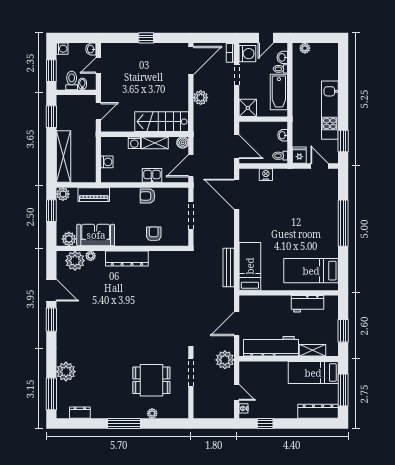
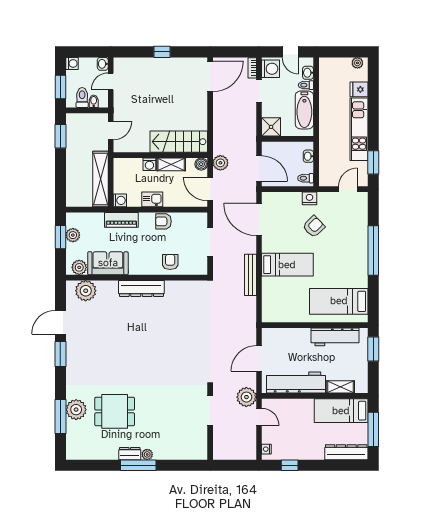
door: (266, 38) -> (290, 52), hinge flipped
plant: (305, 48) -> (357, 63), moved
plant: (201, 98) -> (220, 163), moved
fridge: (299, 155) -> (359, 89), moved, turned -90
shelving: (64, 157) -> (100, 179), moved
washing machine: (107, 162) -> (120, 200), moved
door: (191, 166) -> (210, 189), hinge flipped
door: (320, 166) -> (348, 189), hinge flipped
kitchen sink: (152, 175) -> (152, 199), moved
nightstand: (266, 175) -> (310, 198), moved
plant: (63, 194) -> (73, 235), moved
piano: (94, 195) -> (121, 220), moved
armchair: (288, 201) -> (314, 227), added
plant: (91, 256) -> (103, 286), removed
bed: (250, 266) -> (287, 265), moved, turned 90
bench: (229, 268) -> (250, 275), moved
door: (51, 290) -> (60, 322), swing flipped
workbench: (307, 304) -> (335, 337), width x1.38
window: (343, 331) -> (373, 349), moved
dining table: (151, 380) -> (115, 411), moved
door: (237, 392) -> (259, 417), moved
window: (51, 394) -> (60, 416), moved
dresser: (80, 413) -> (130, 454), moved
plant: (152, 413) -> (147, 454), moved

